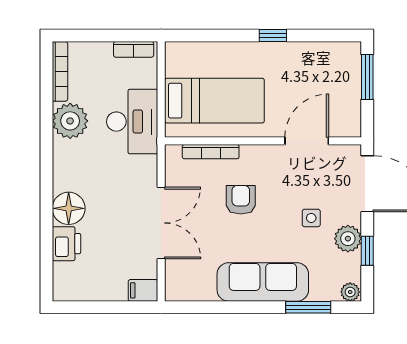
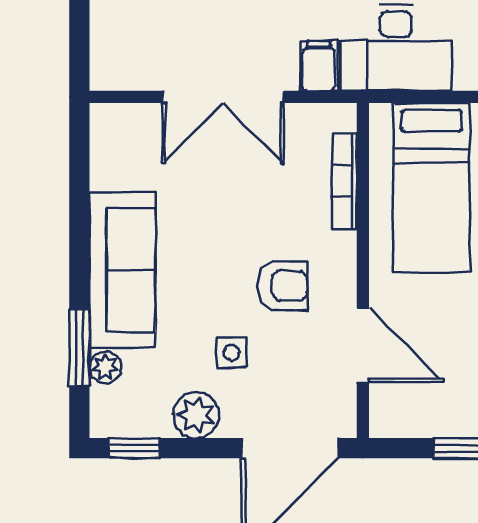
armchair: (241, 200) -> (283, 286), moved
window: (367, 251) -> (134, 448), moved
filing cabinet: (143, 290) -> (319, 66), moved
plant: (350, 292) -> (105, 367), moved

